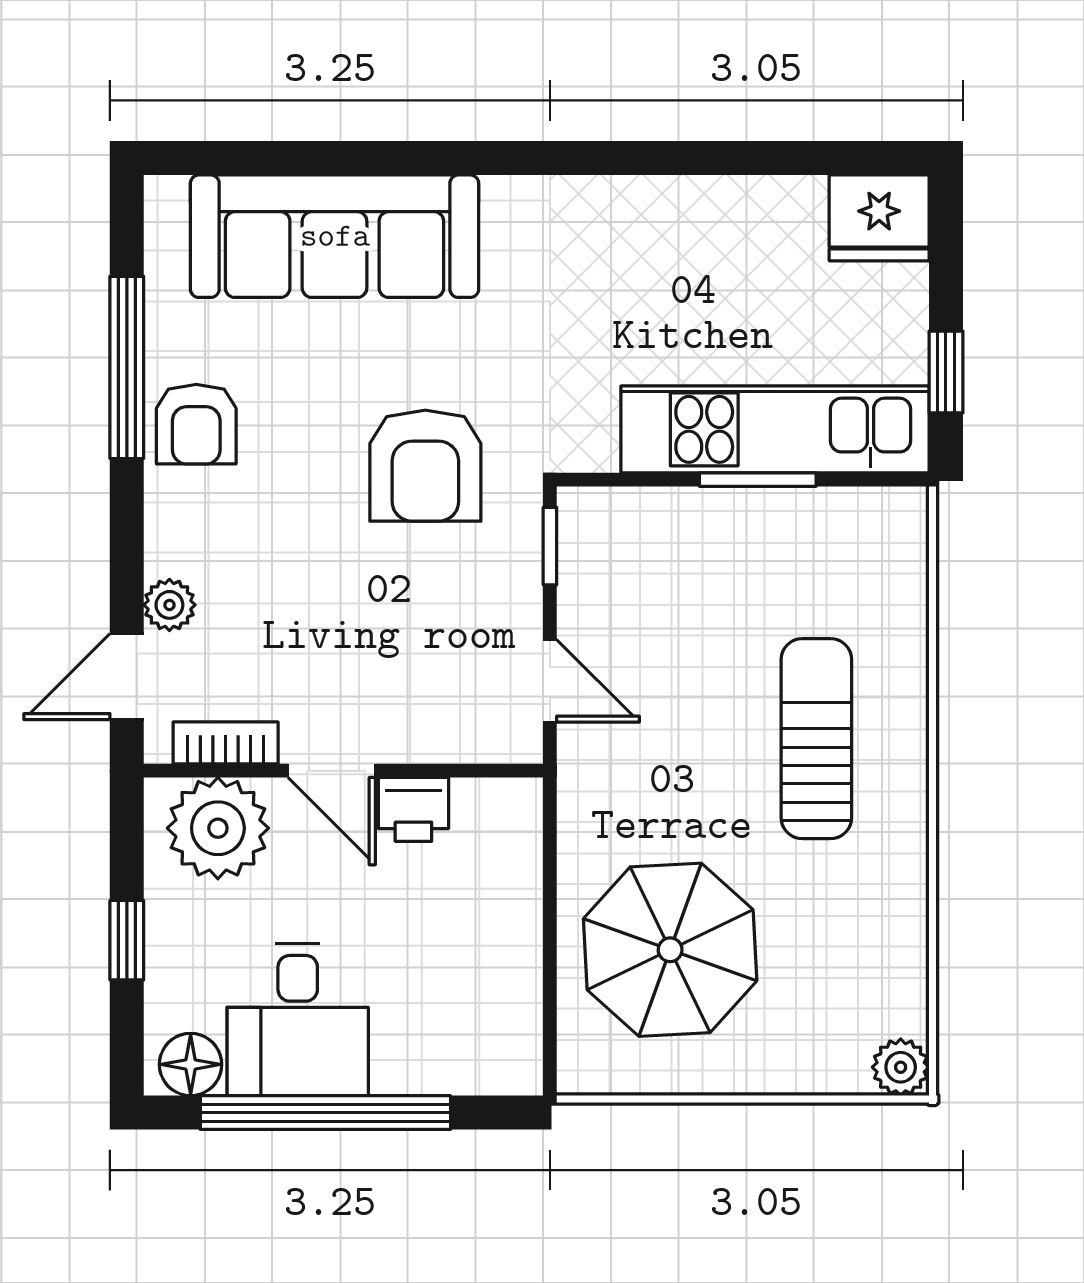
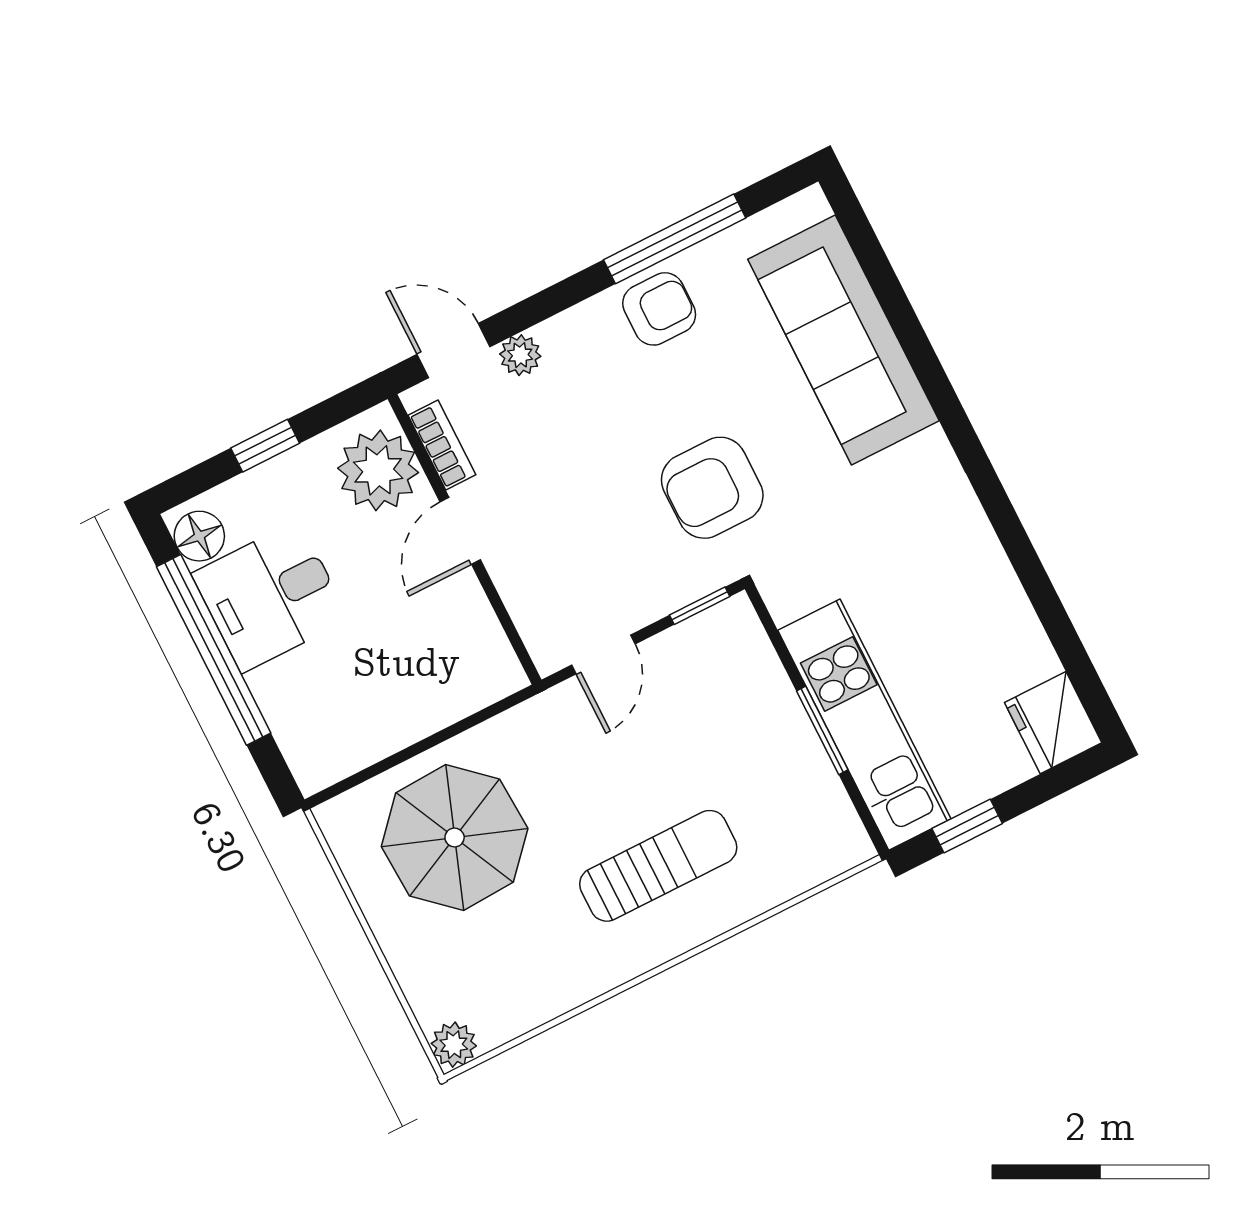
armchair: (196, 424) -> (659, 309), turned 180
printer: (413, 809) -> (462, 603), removed

